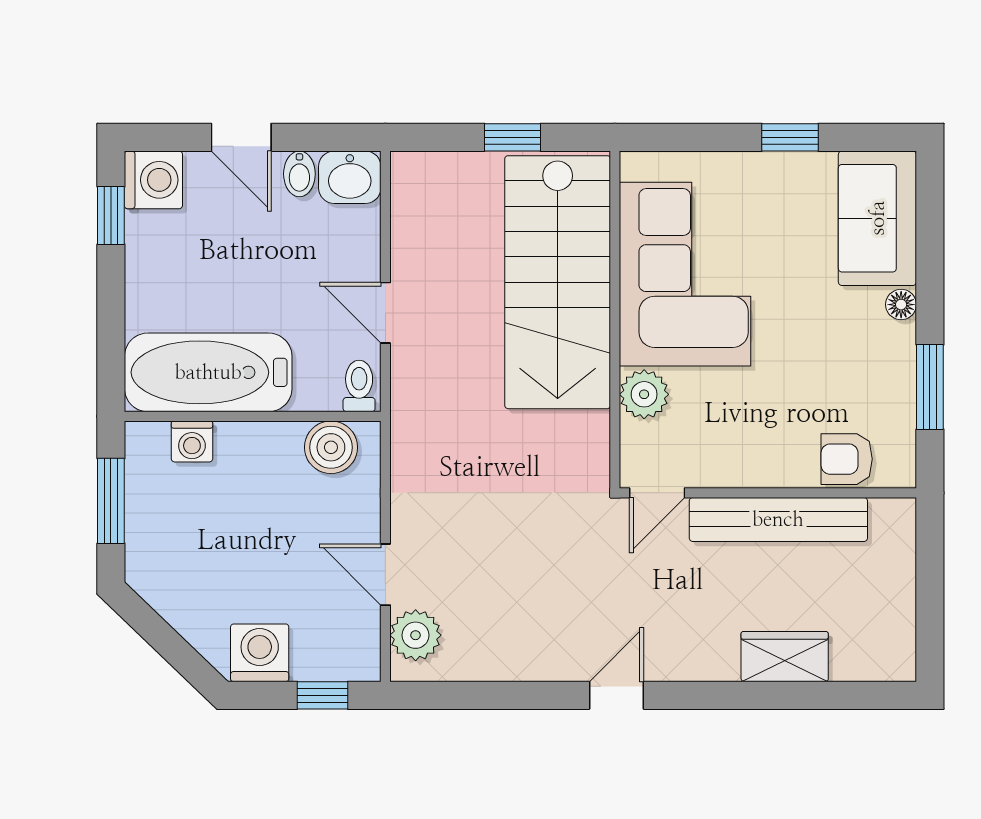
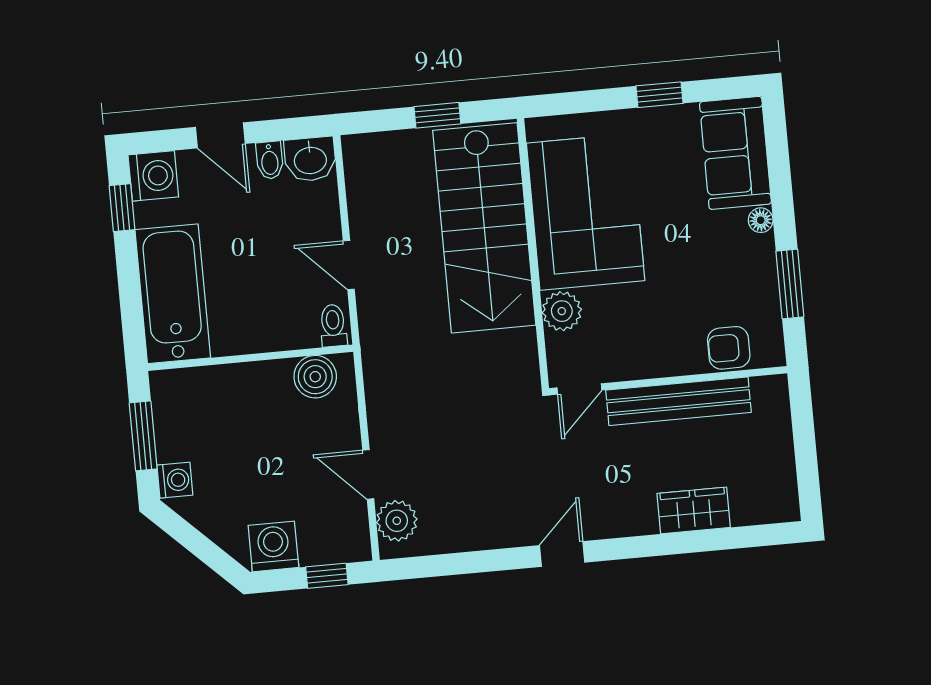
bathtub: (208, 372) -> (173, 294), moved, turned 90
washing machine: (192, 441) -> (175, 480), moved, turned -90

